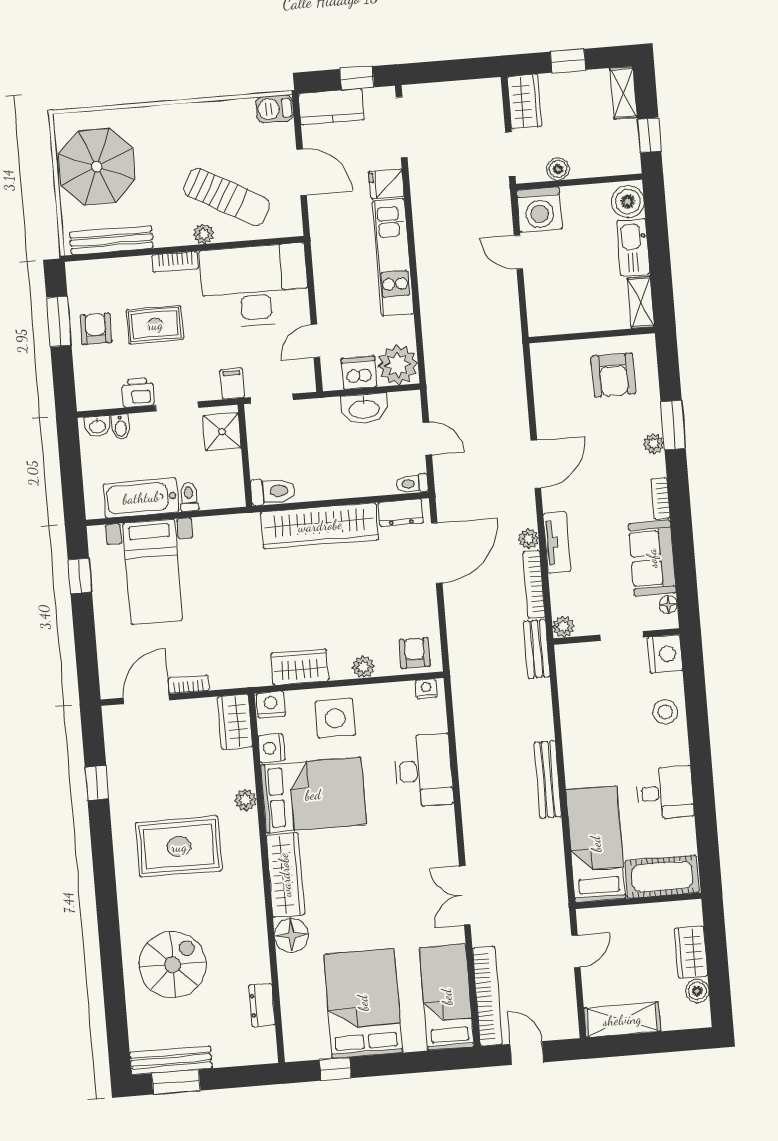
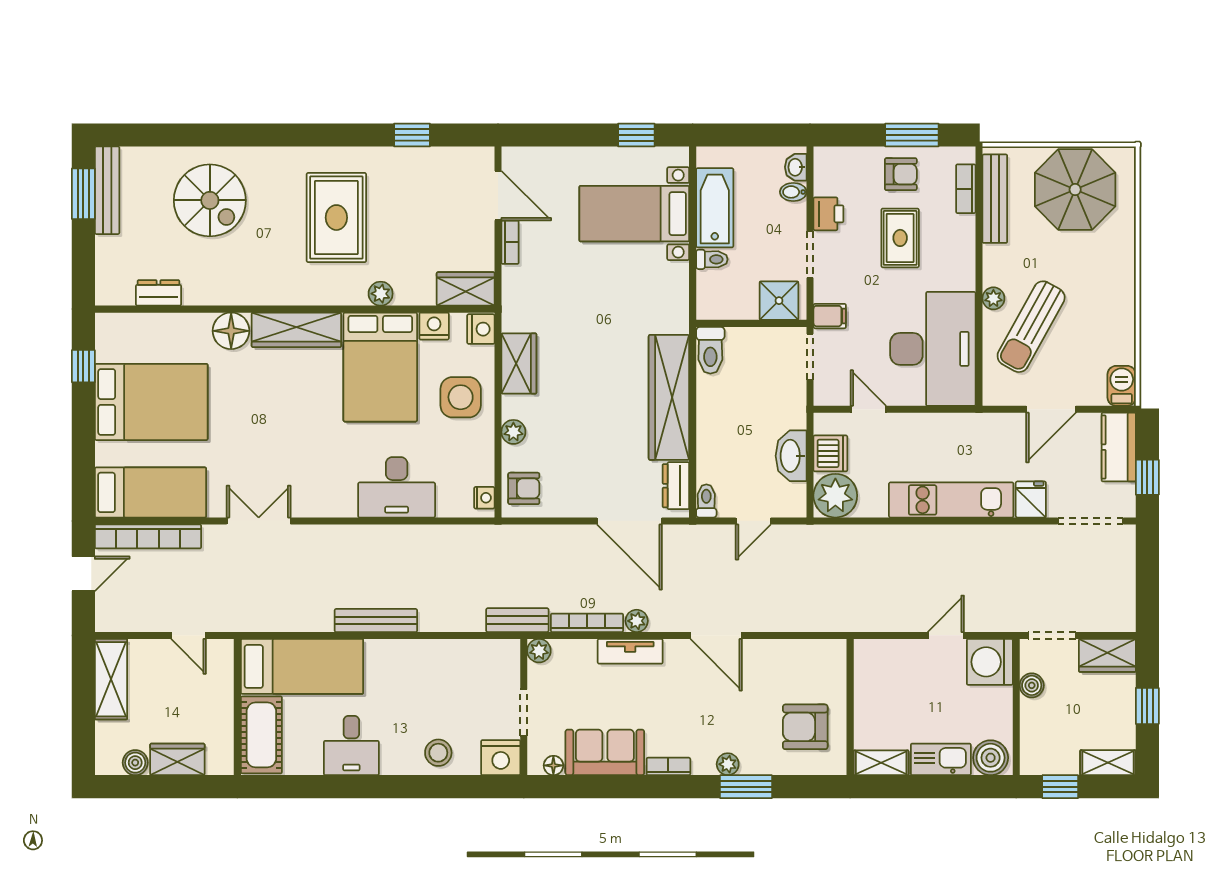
bookcase: (175, 262) -> (966, 189), moved

